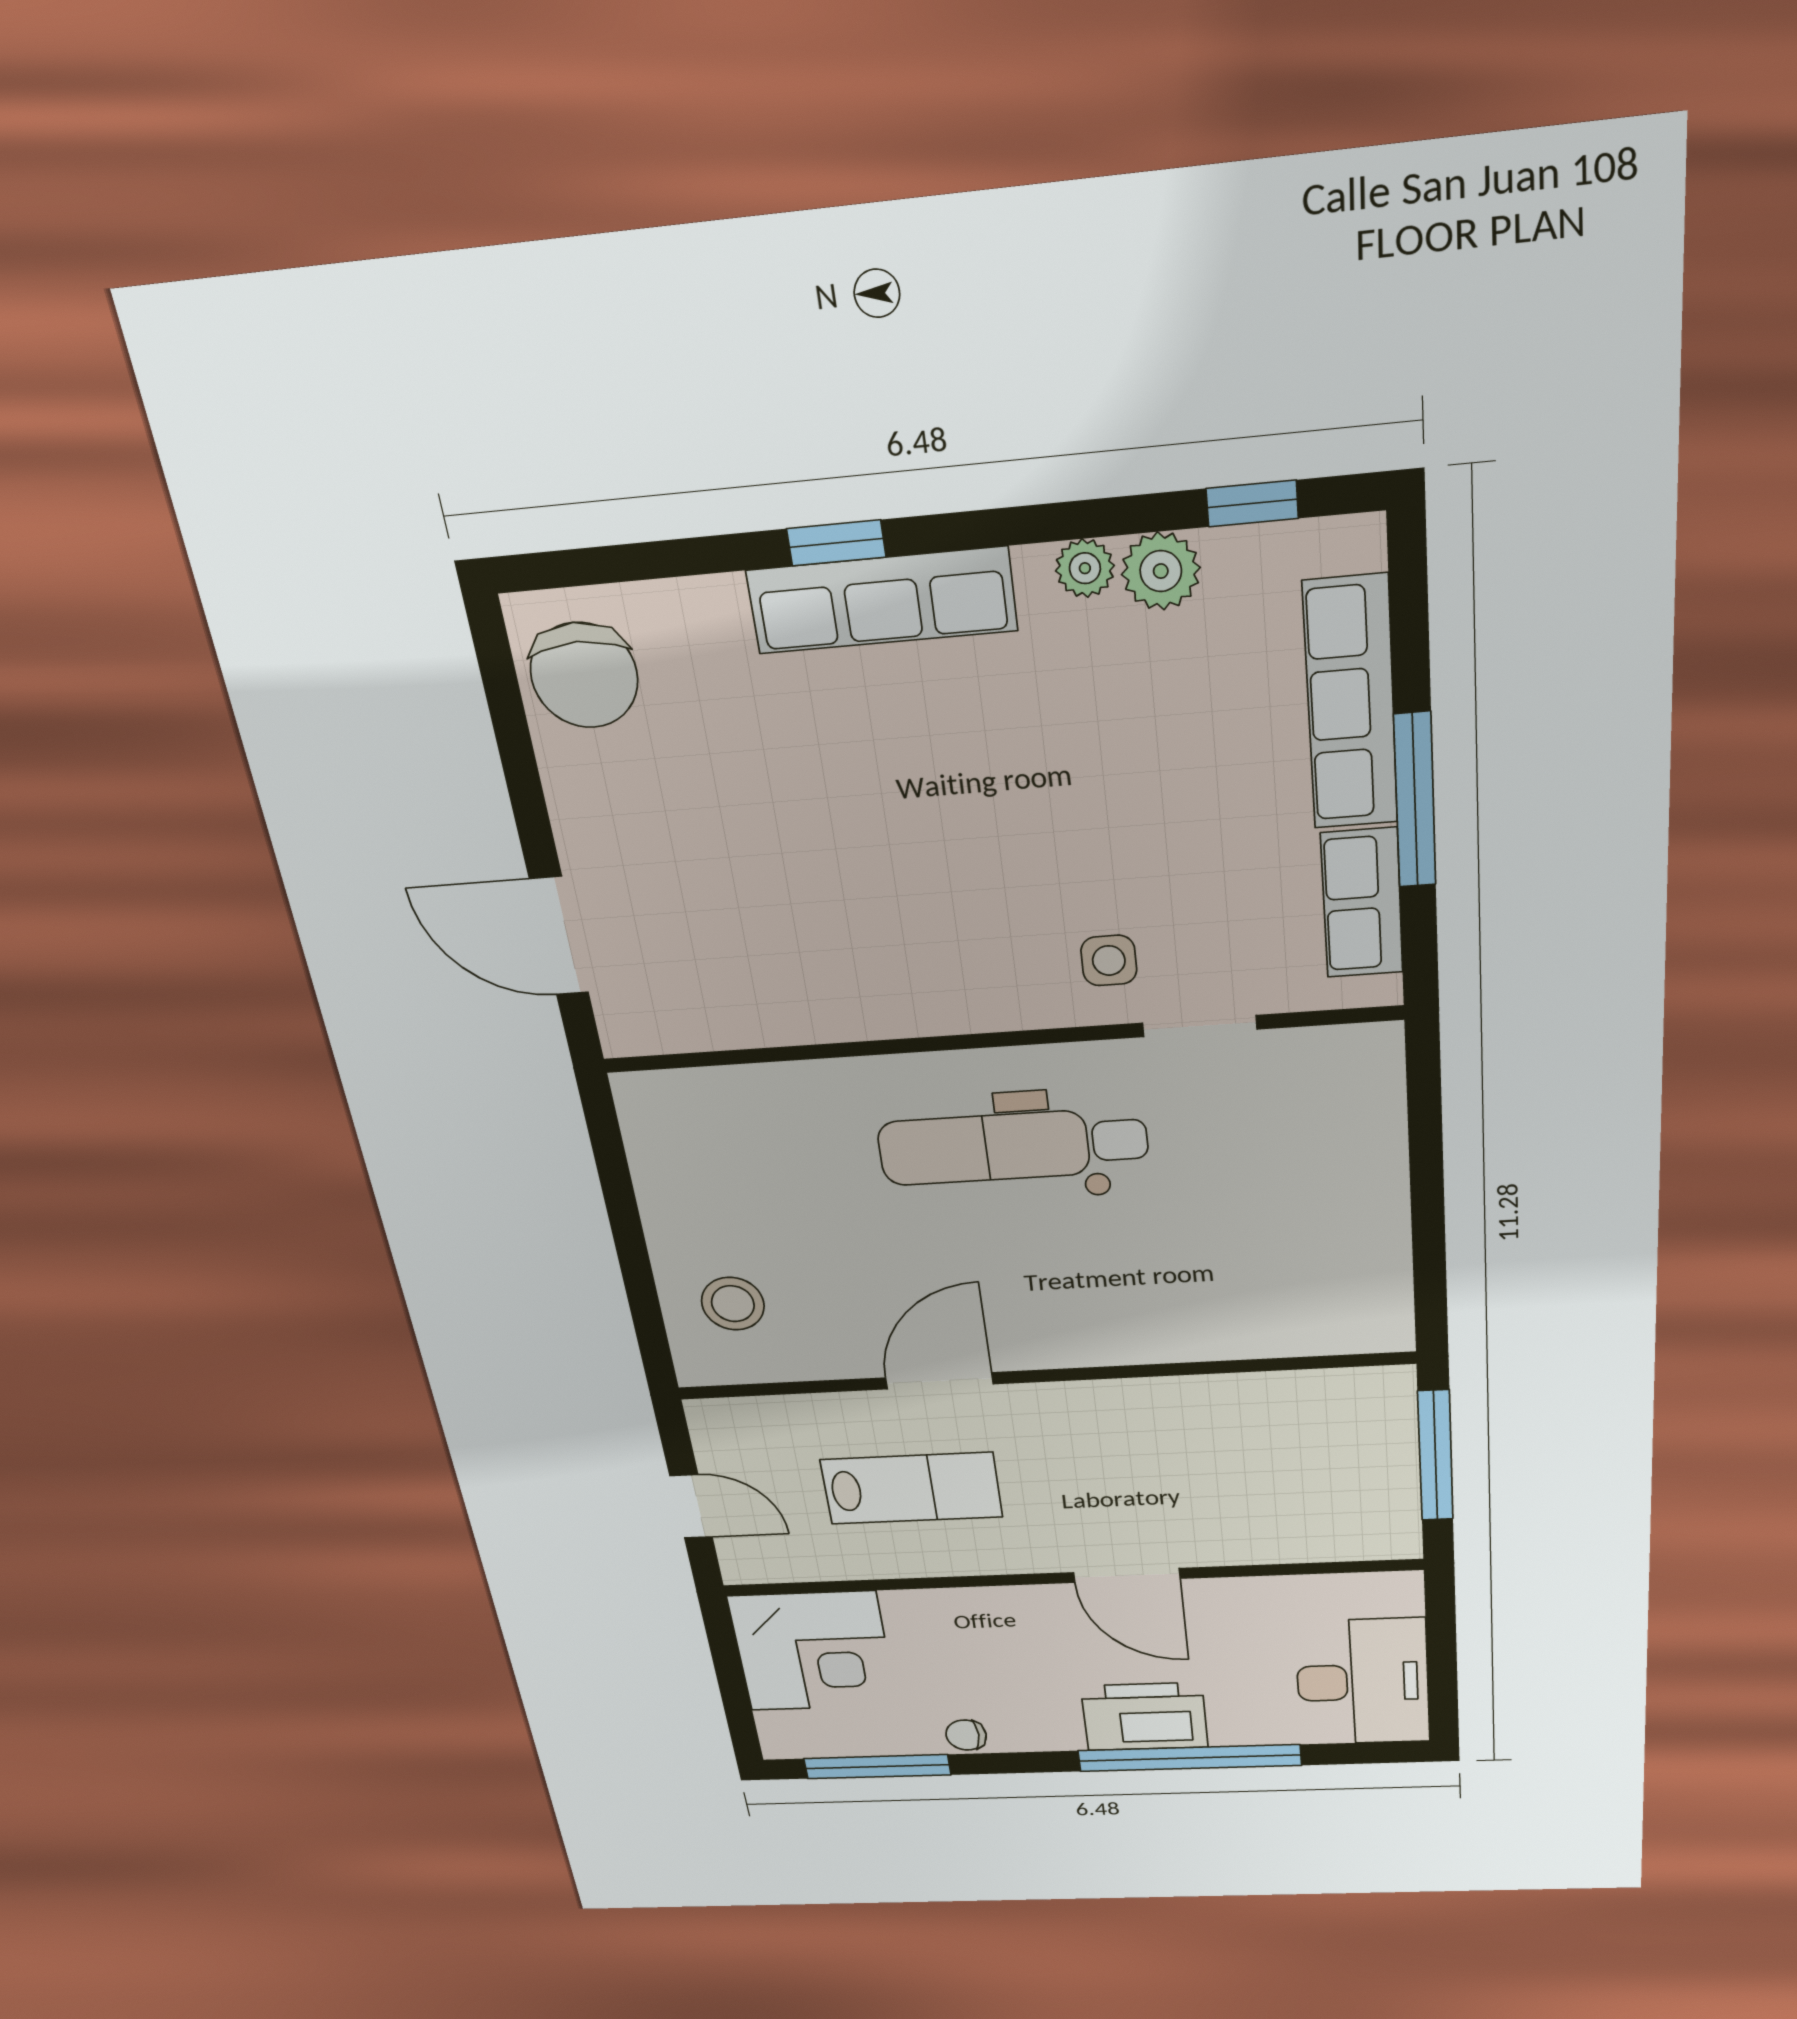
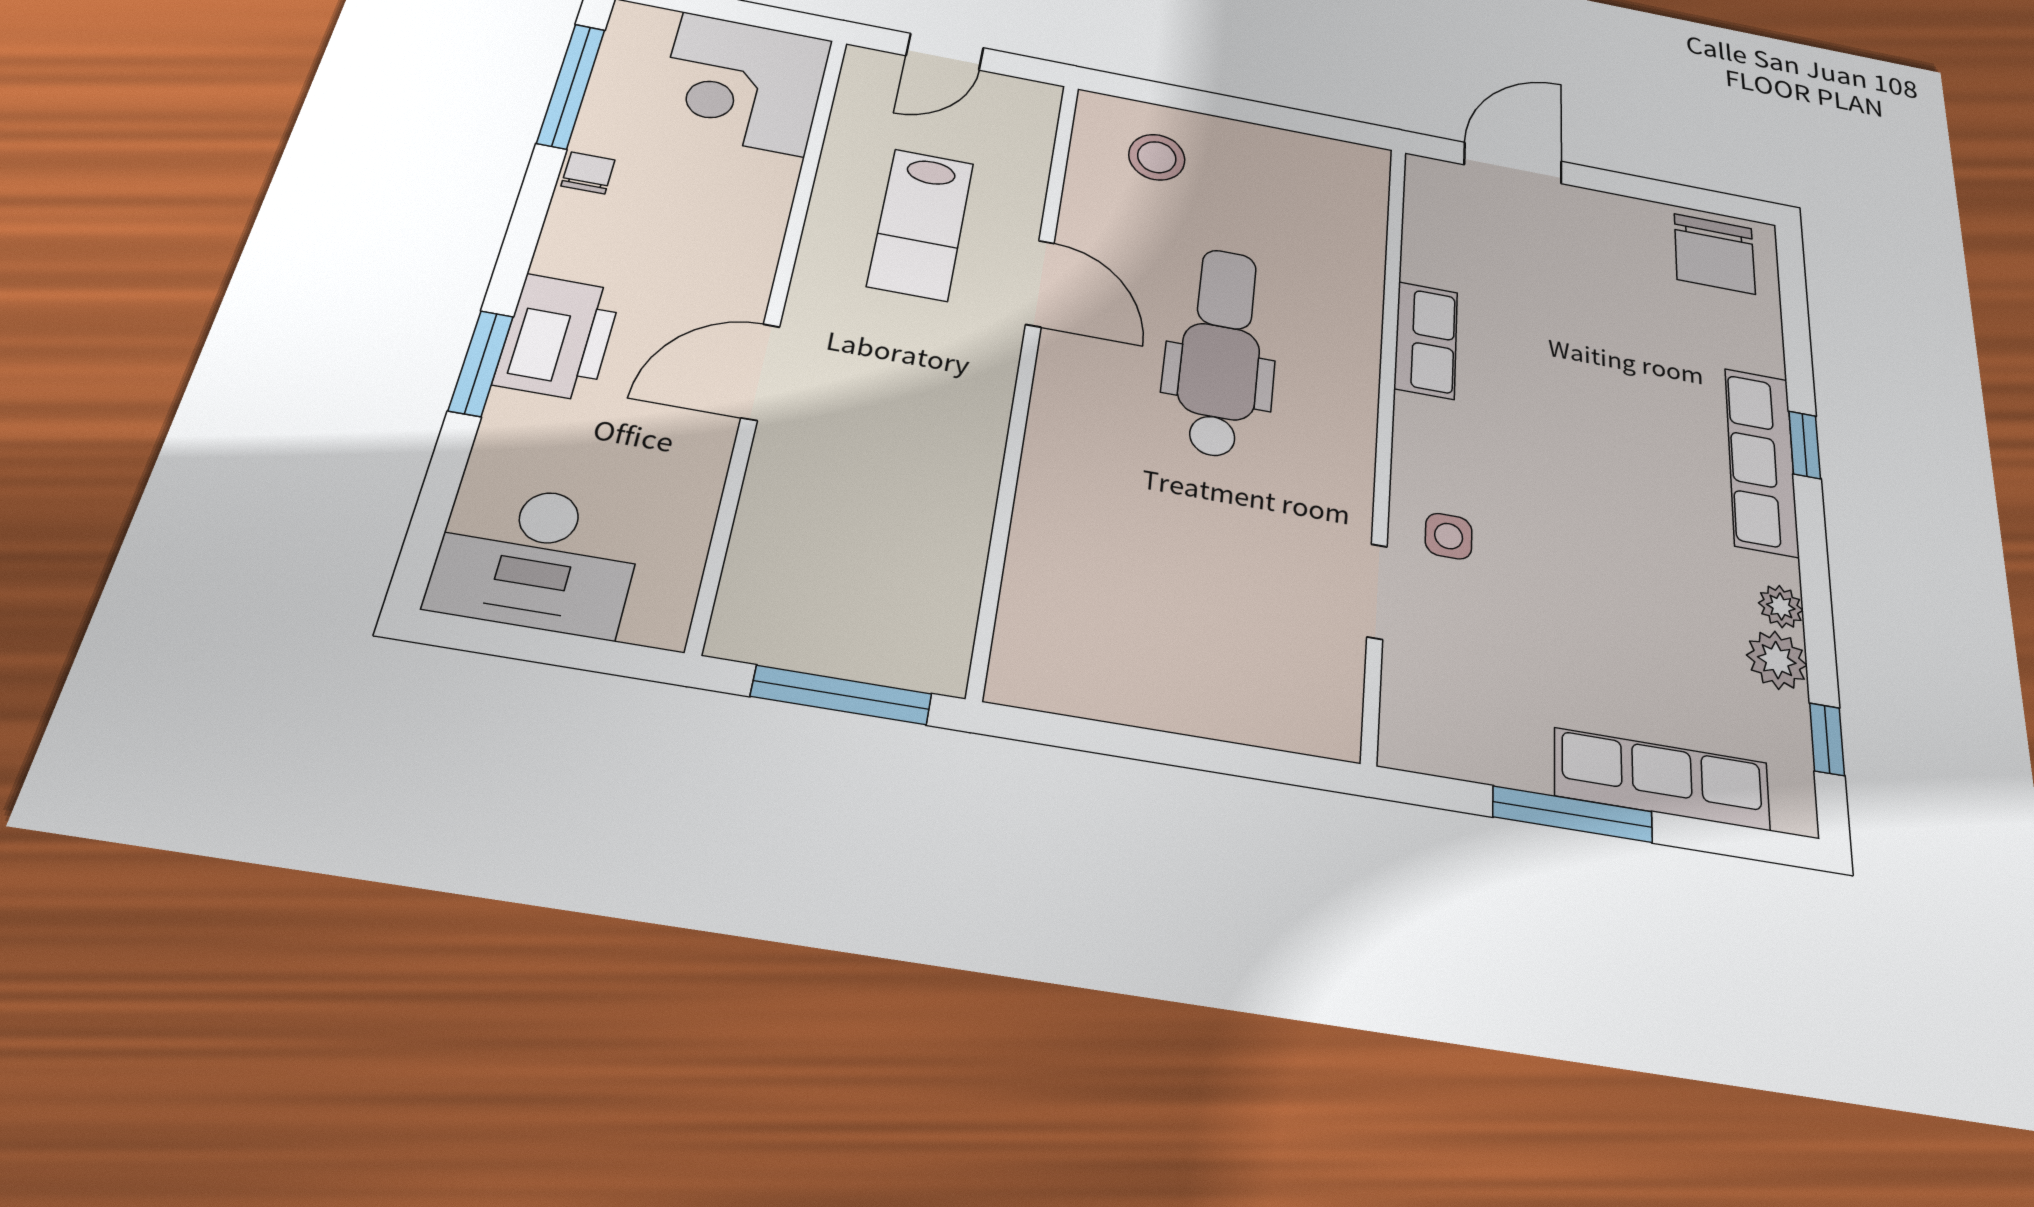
chair: (584, 675) -> (1715, 254), turned -90
row of seats: (1362, 903) -> (1426, 340), moved, turned 90
dental chair: (1013, 1146) -> (1221, 351), moved
window: (1189, 1758) -> (481, 363), width x0.47

